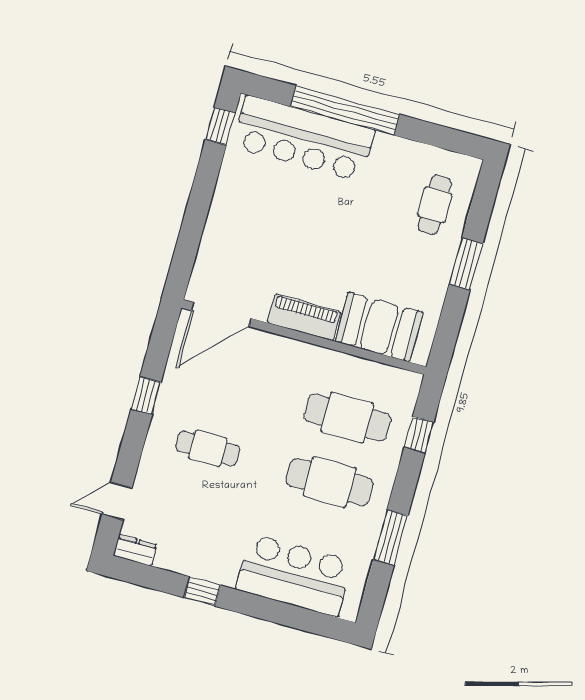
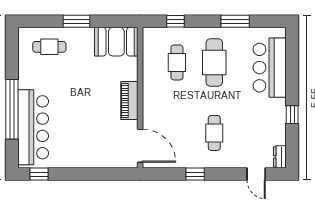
booth: (379, 327) -> (116, 42), moved, turned 90
cafe table: (347, 417) -> (177, 62), width x0.73, depth x0.74

